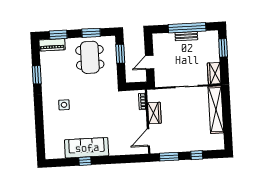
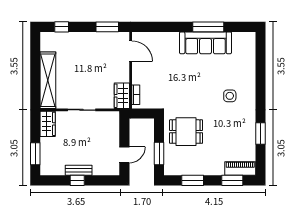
window: (187, 28) -> (77, 180), width x0.32
dining table: (90, 57) -> (186, 132), moved, width x0.73
door: (150, 62) -> (124, 155), moved
wardrobe: (154, 113) -> (122, 96), moved
door: (148, 138) -> (131, 51), hinge flipped
window: (197, 155) -> (62, 27), moved
window: (85, 161) -> (208, 27), width x2.17

